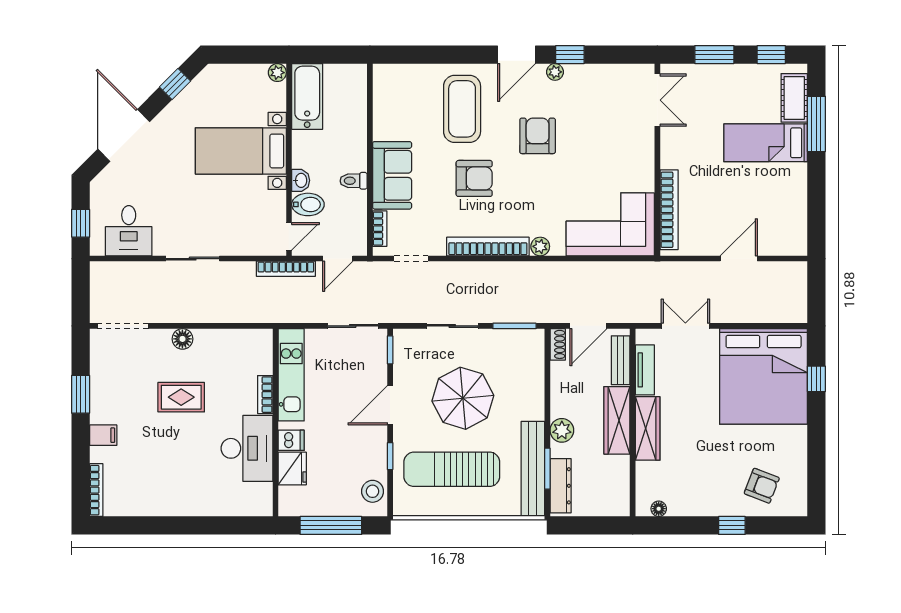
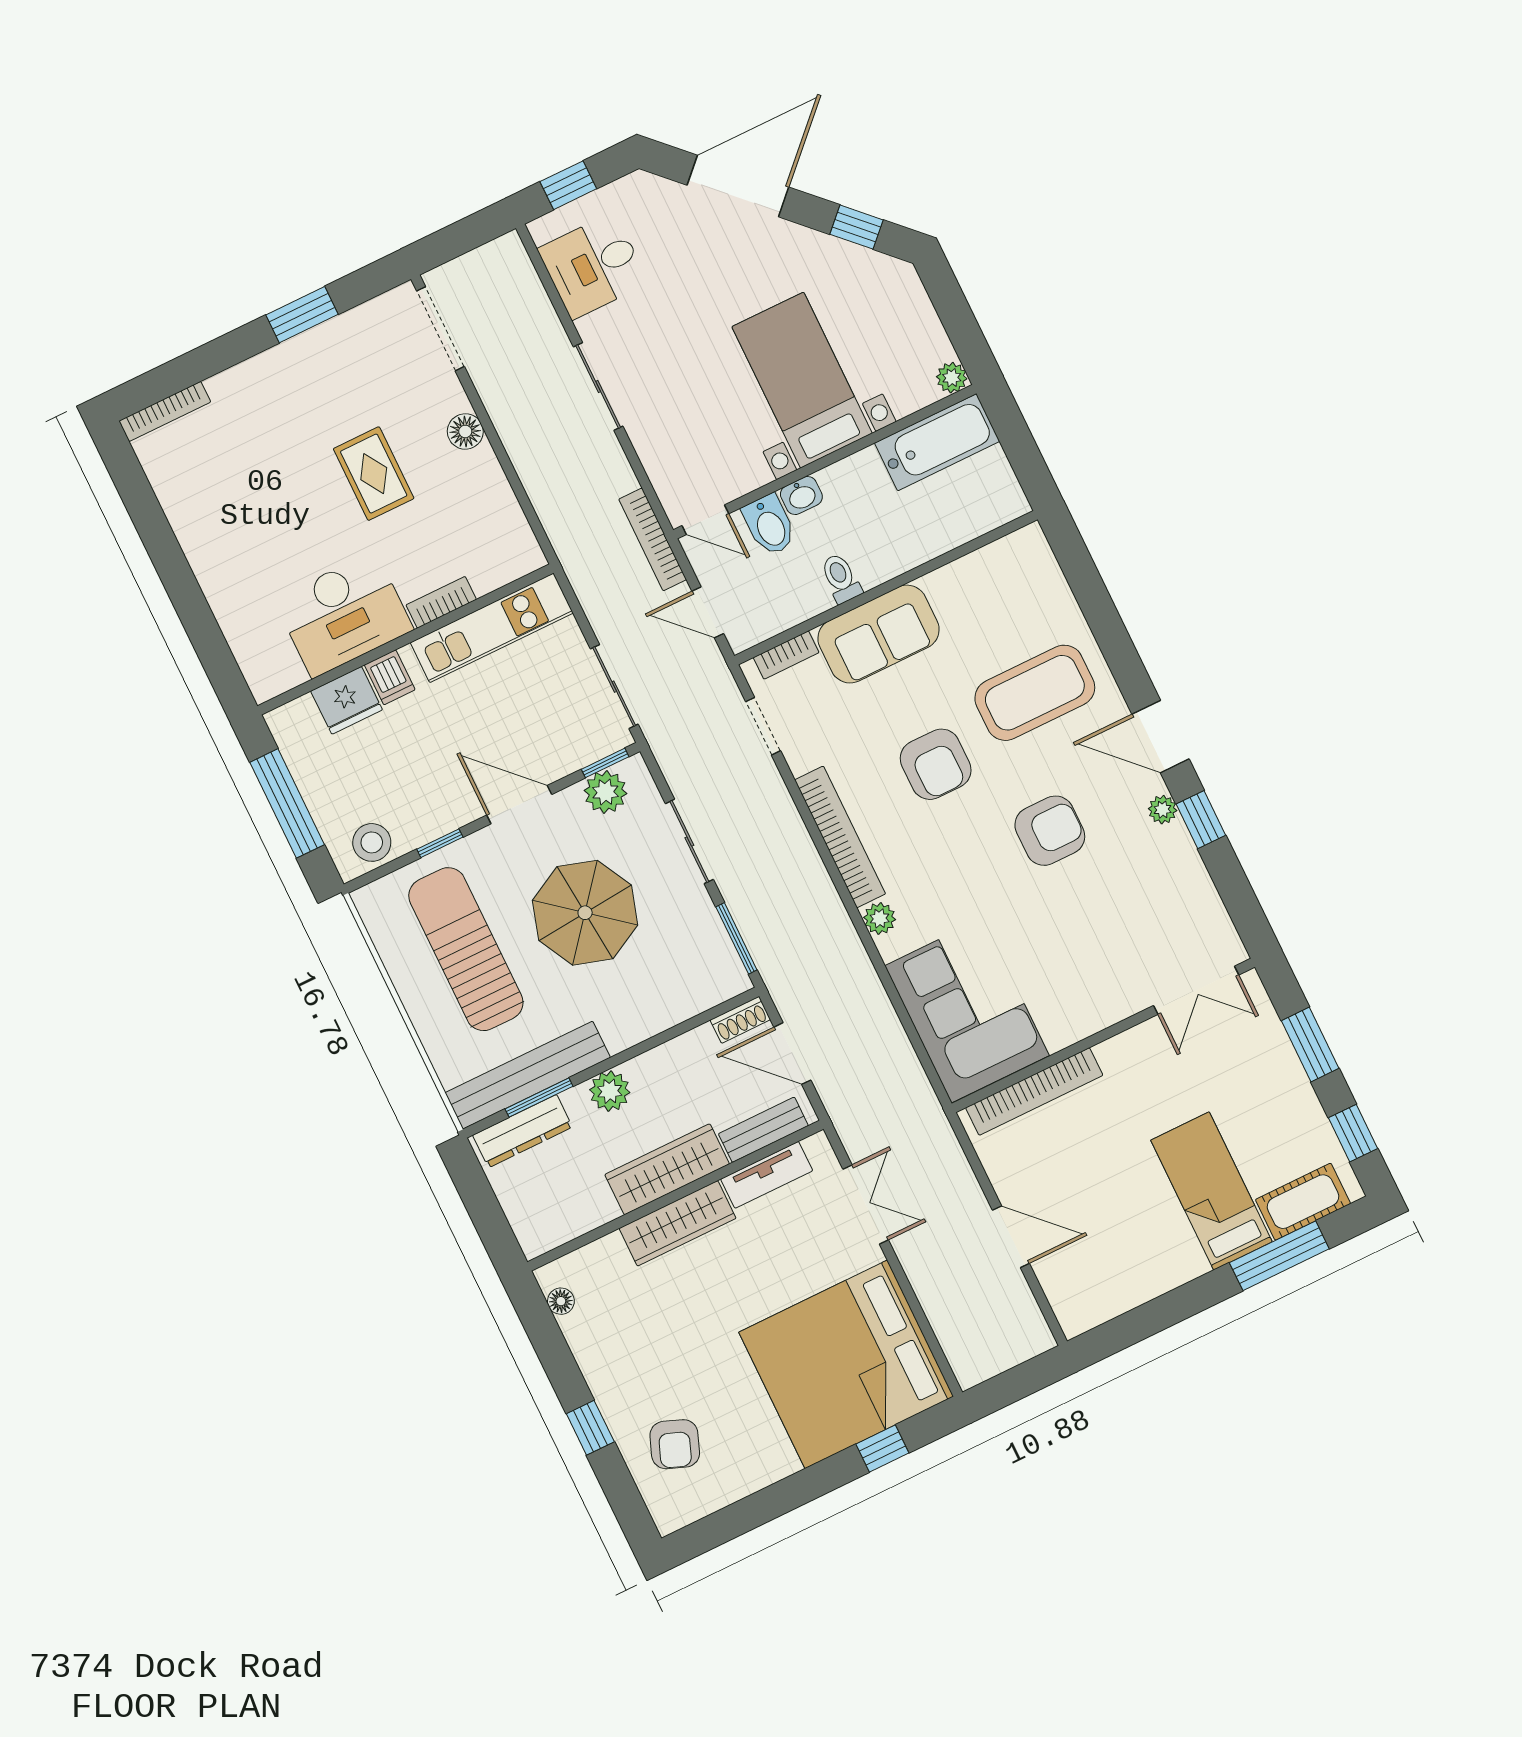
plant: (405, 357) -> (605, 792), added
filing cabinet: (103, 435) -> (255, 381), removed

